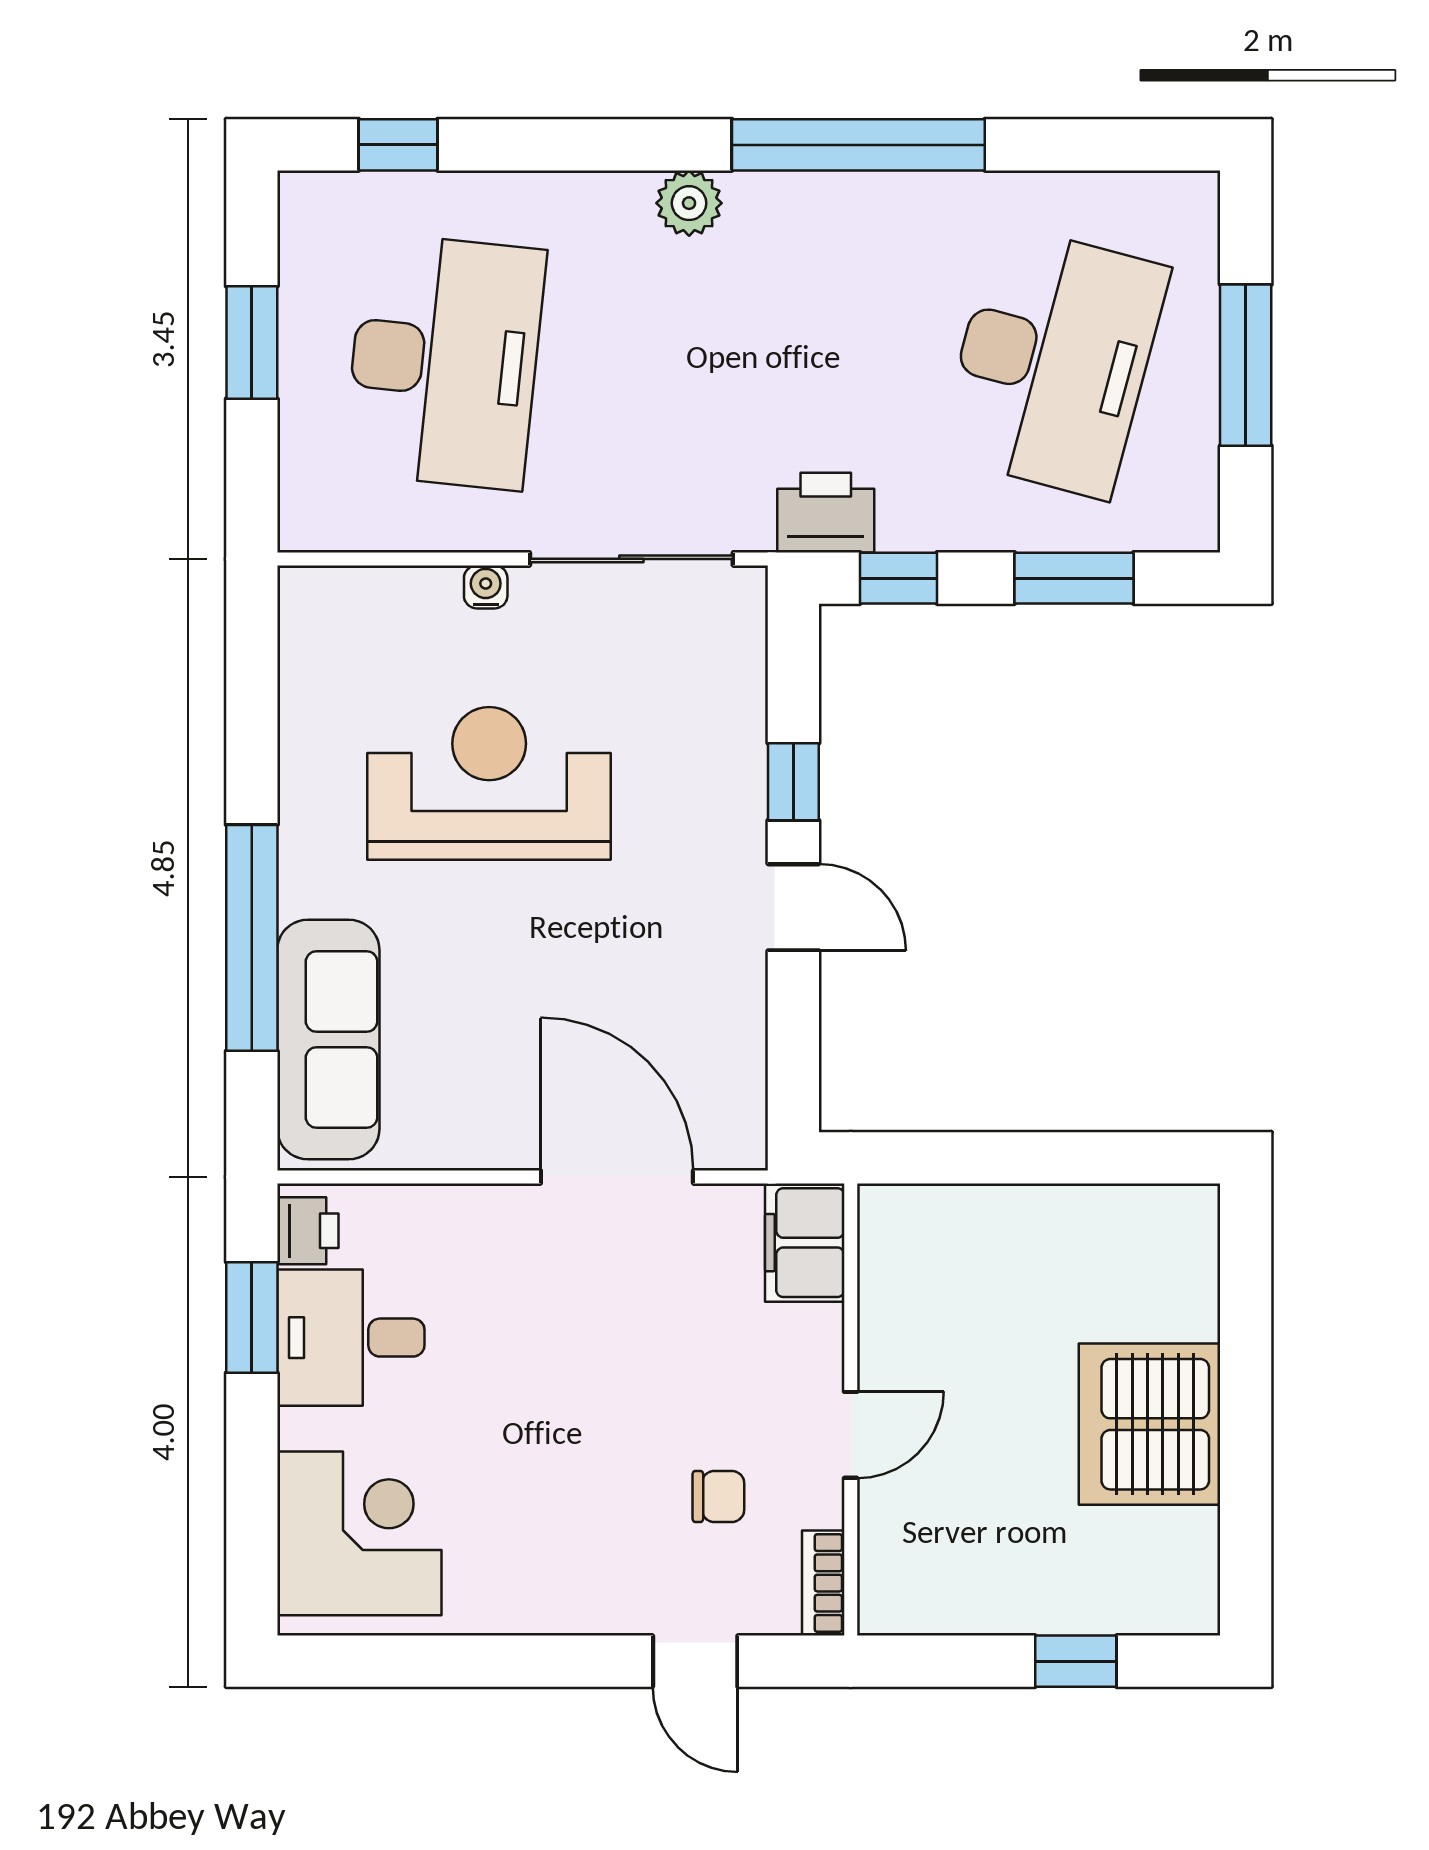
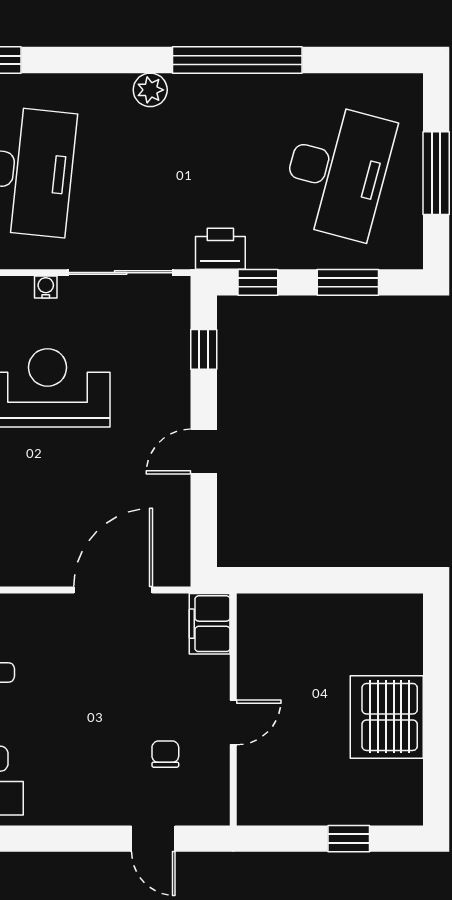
window: (793, 782) -> (204, 349), moved
door: (793, 907) -> (204, 452), swing flipped
door: (617, 1177) -> (113, 590), hinge flipped
chair: (718, 1496) -> (165, 754), turned -90
bookcase: (823, 1583) -> (219, 799), removed

